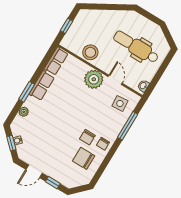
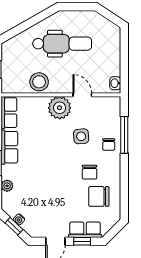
dental chair: (136, 47) -> (62, 44), moved, turned 180
side table: (120, 103) -> (81, 136), moved
chair: (103, 144) -> (109, 145), moved
row of seats: (60, 176) -> (85, 230), added

